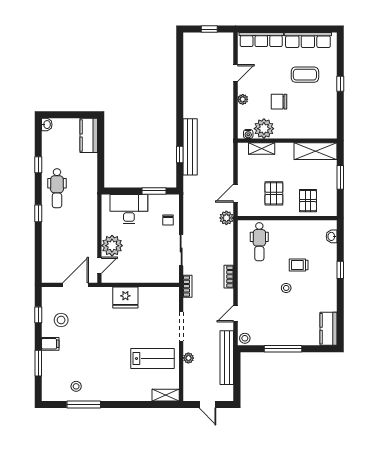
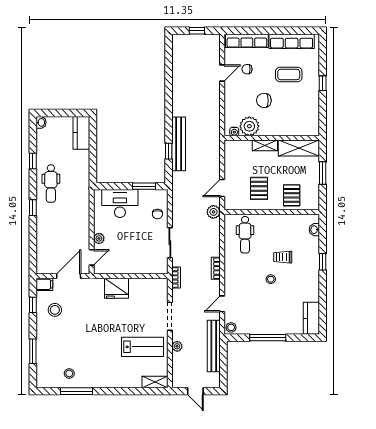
chair: (261, 69) -> (247, 69), added
plant: (243, 99) -> (229, 98), removed
shelving: (262, 148) -> (265, 145), moved
plant: (112, 246) -> (99, 238), width x0.53, depth x0.53
filing cabinet: (50, 344) -> (44, 284), moved

